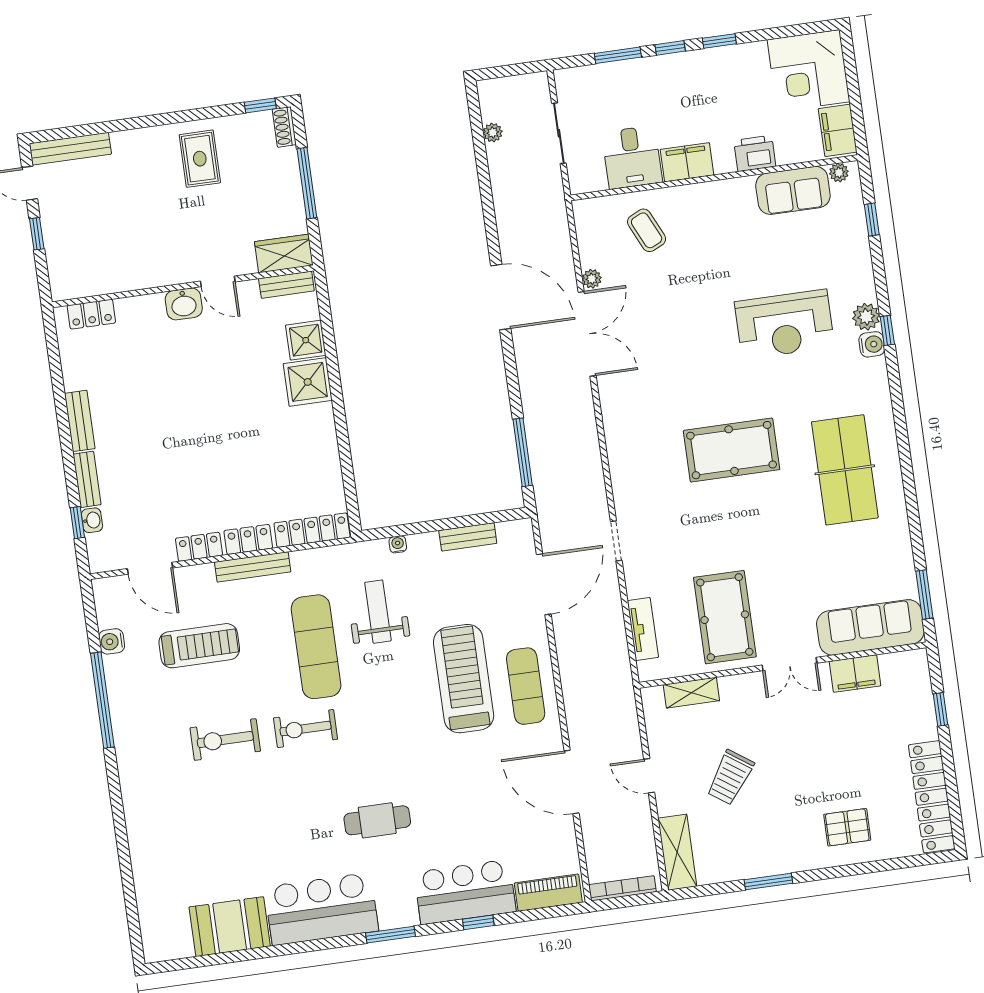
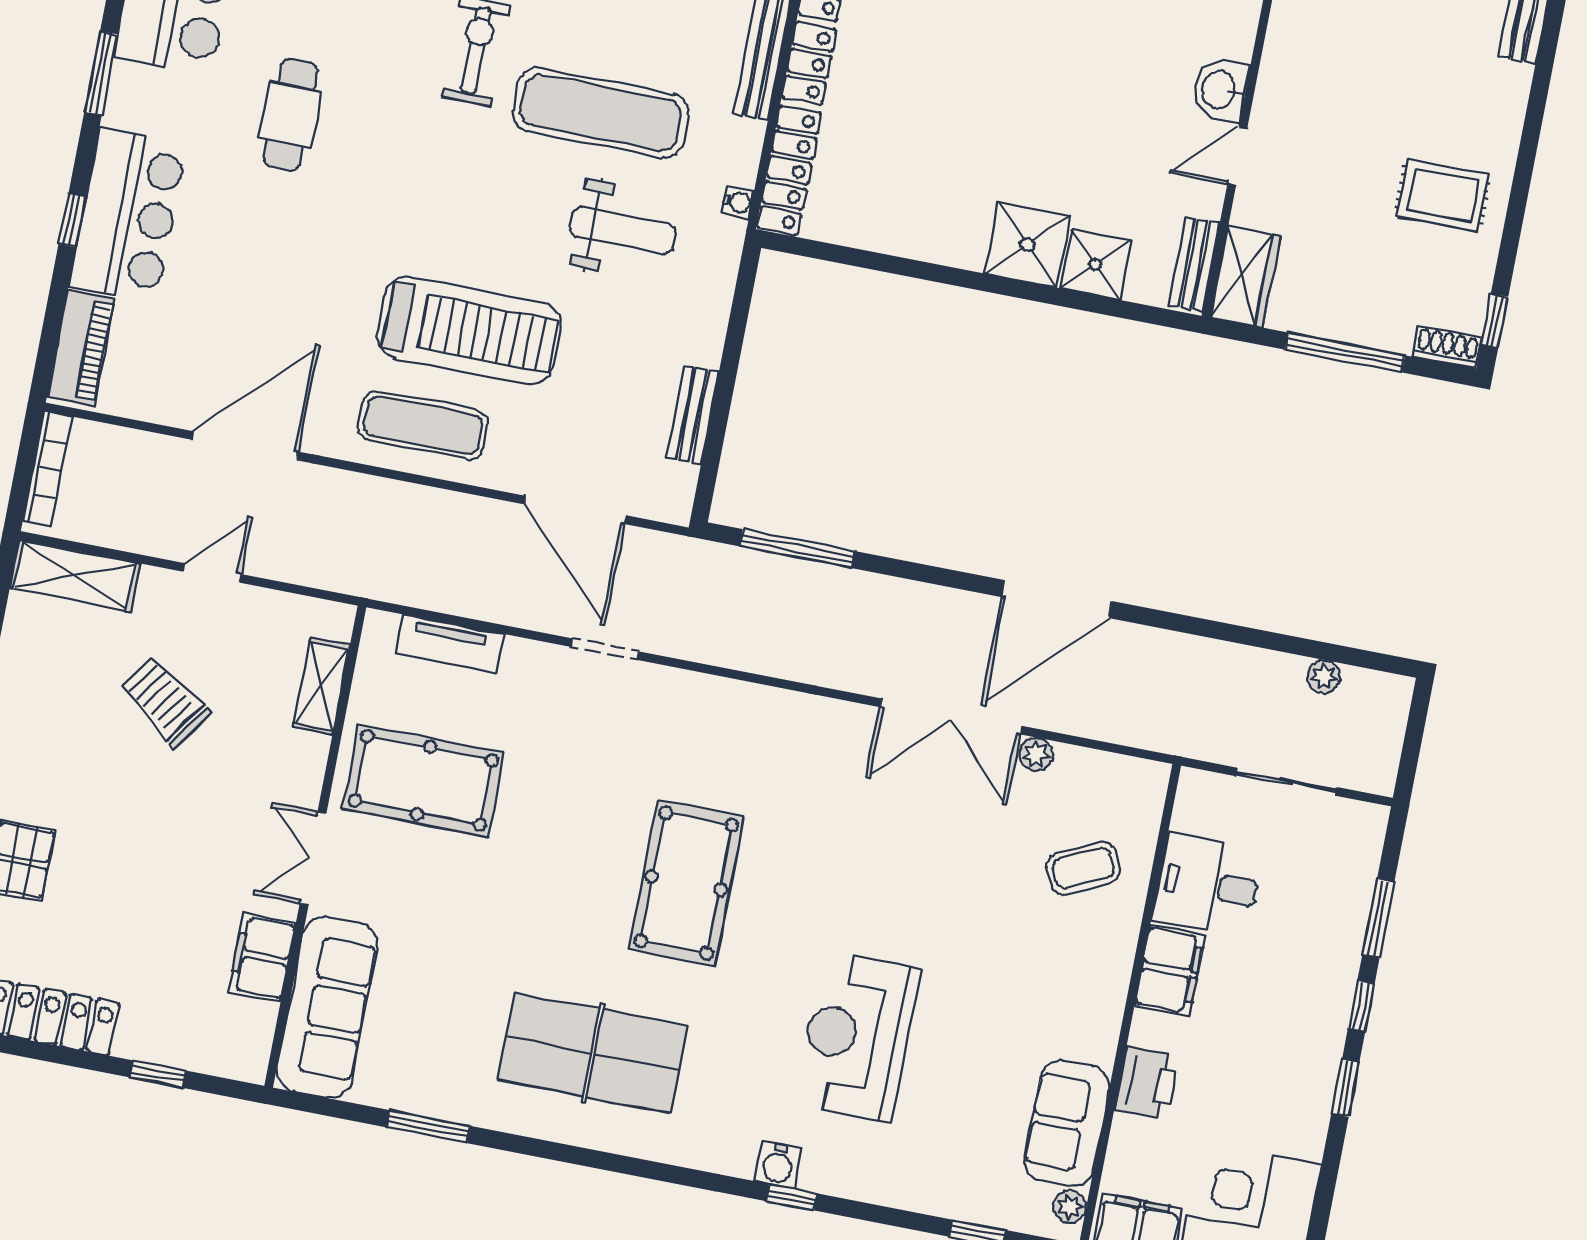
plant: (866, 317) -> (825, 1171), removed
water cooler: (398, 544) -> (738, 202), moved
window: (924, 594) -> (428, 1127), moved

